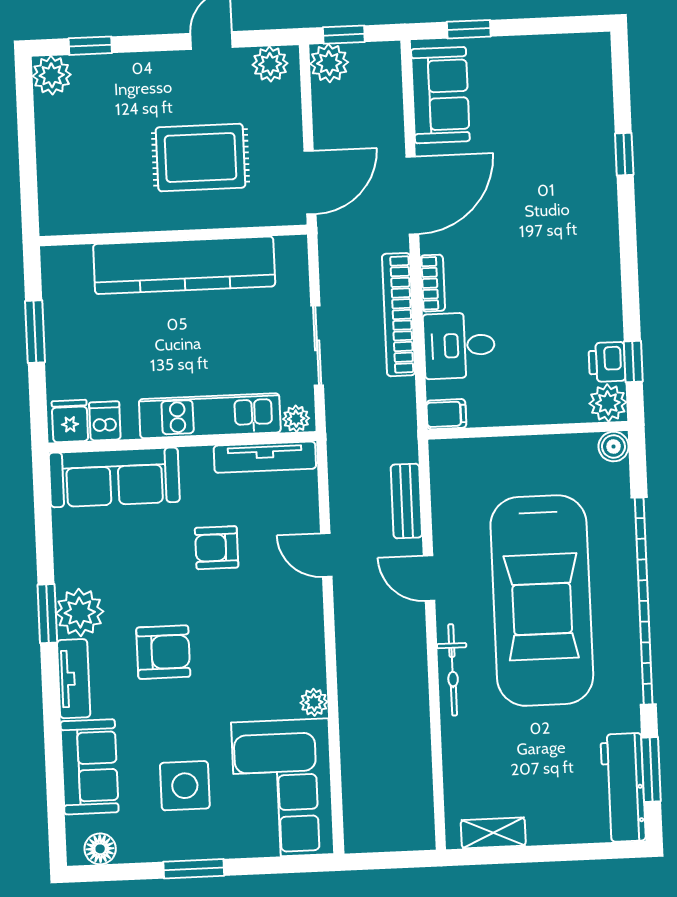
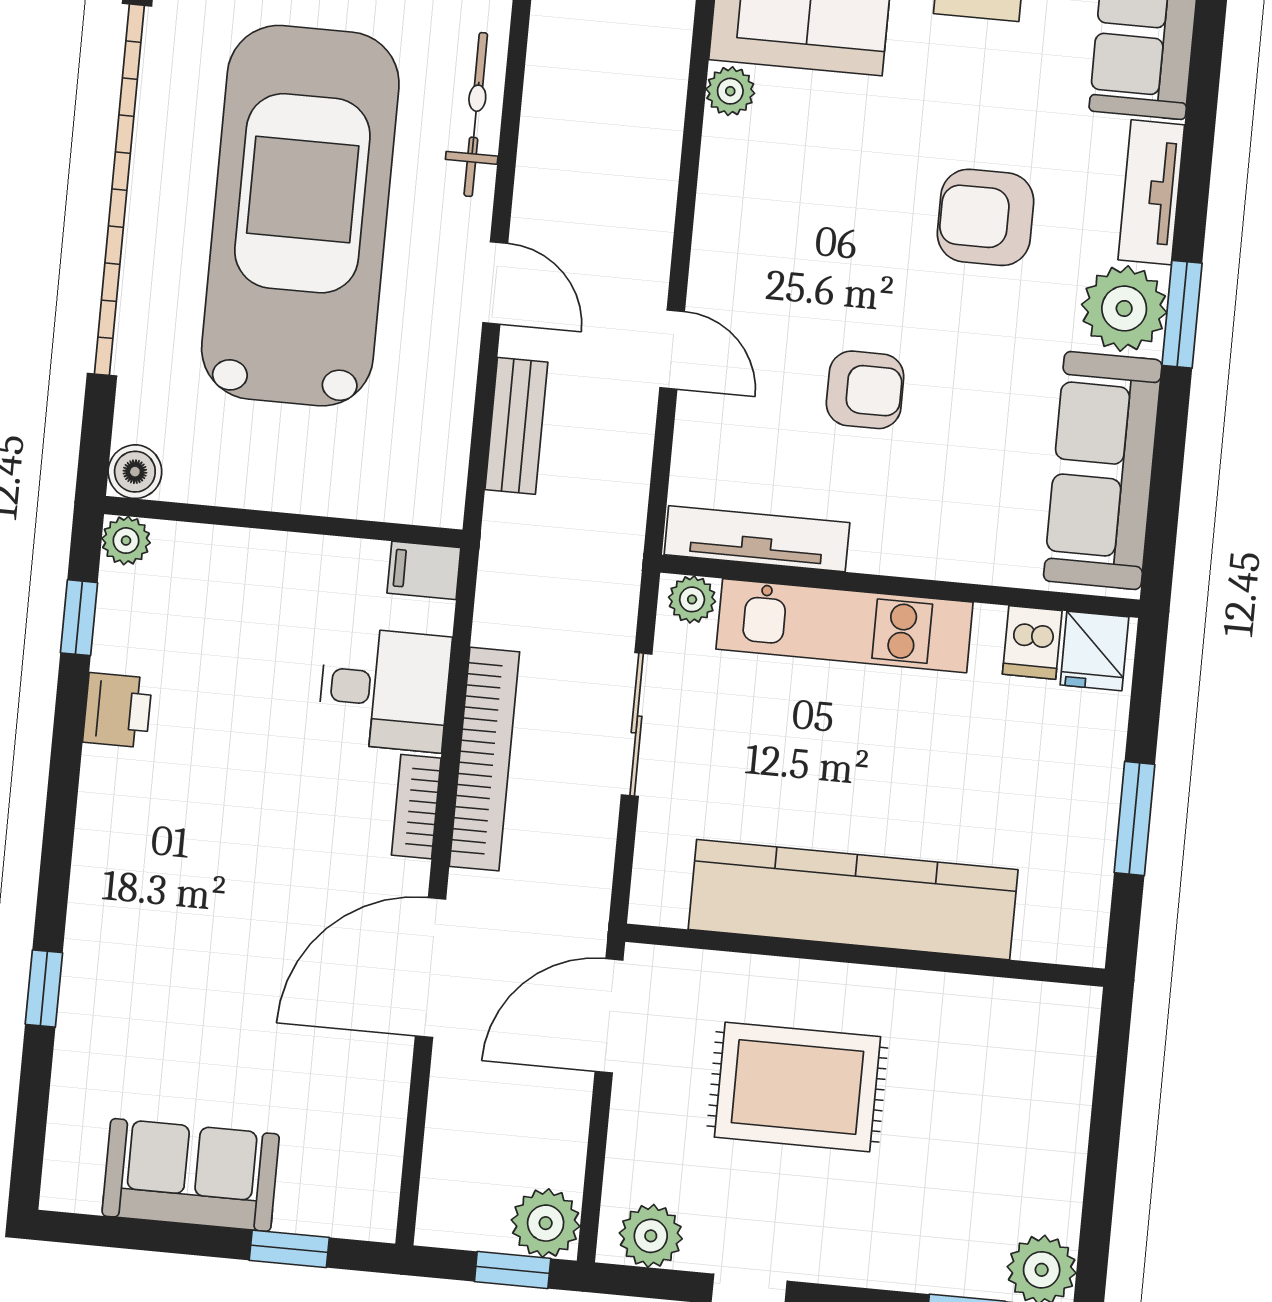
sofa: (440, 95) -> (191, 1175), moved, turned 90
printer: (607, 362) -> (117, 710), moved
plant: (608, 403) -> (126, 541), width x0.73, depth x0.73
sofa: (114, 477) -> (1103, 470), moved, turned -90

